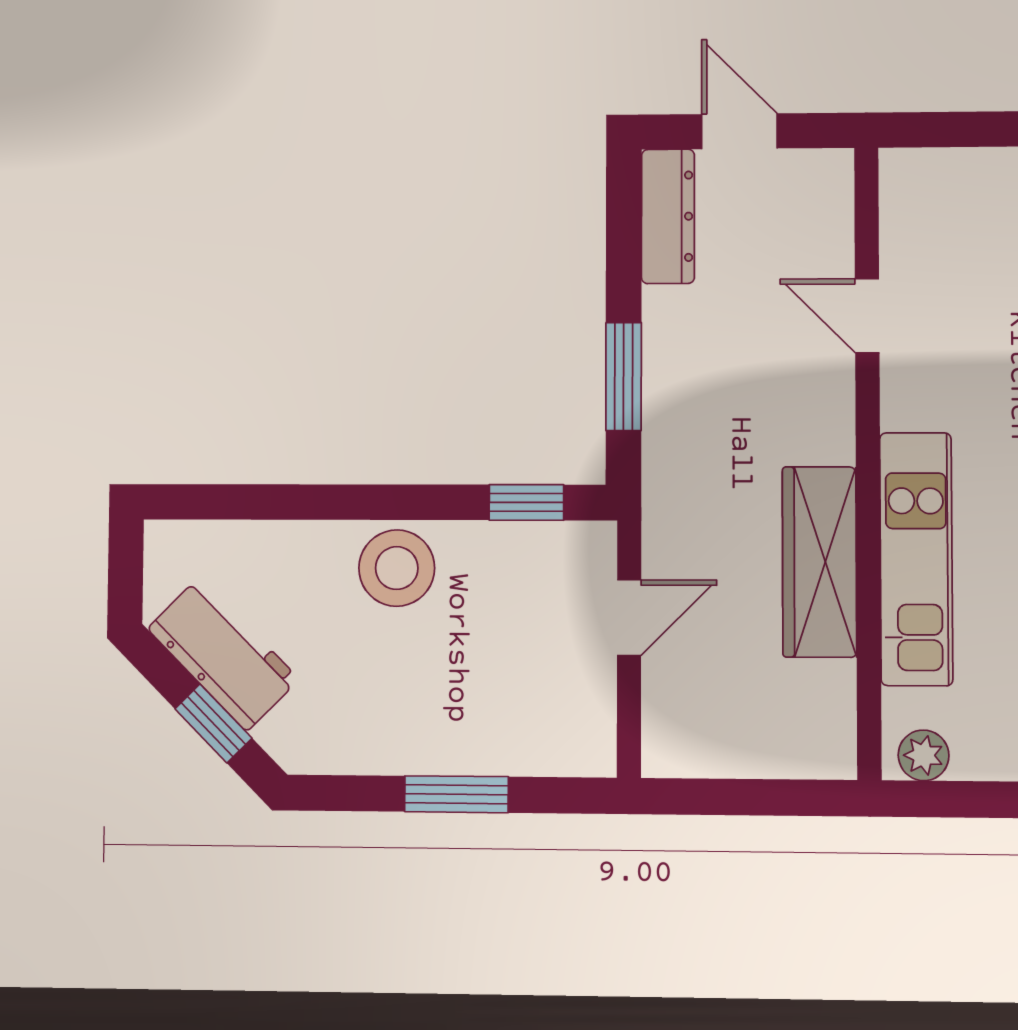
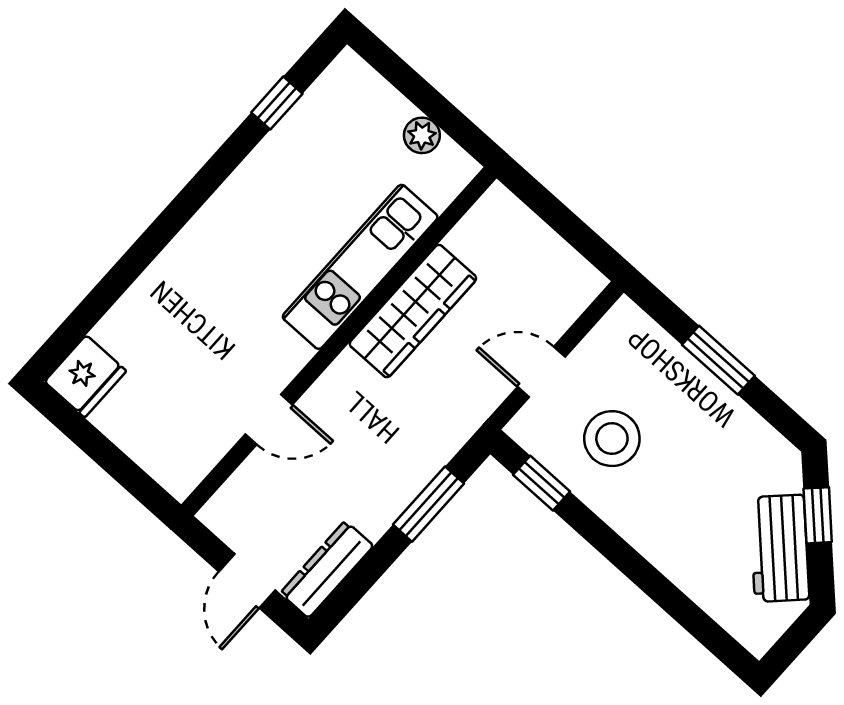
door: (867, 316) -> (269, 419), hinge flipped
stool: (397, 568) -> (612, 439), moved
plant: (924, 755) -> (422, 135), moved

